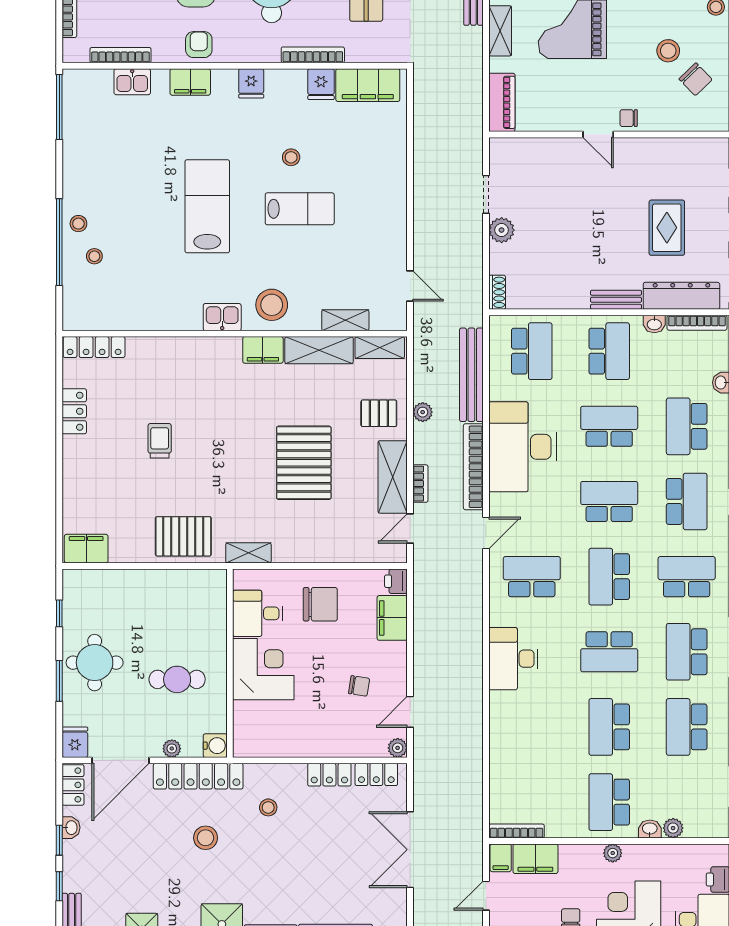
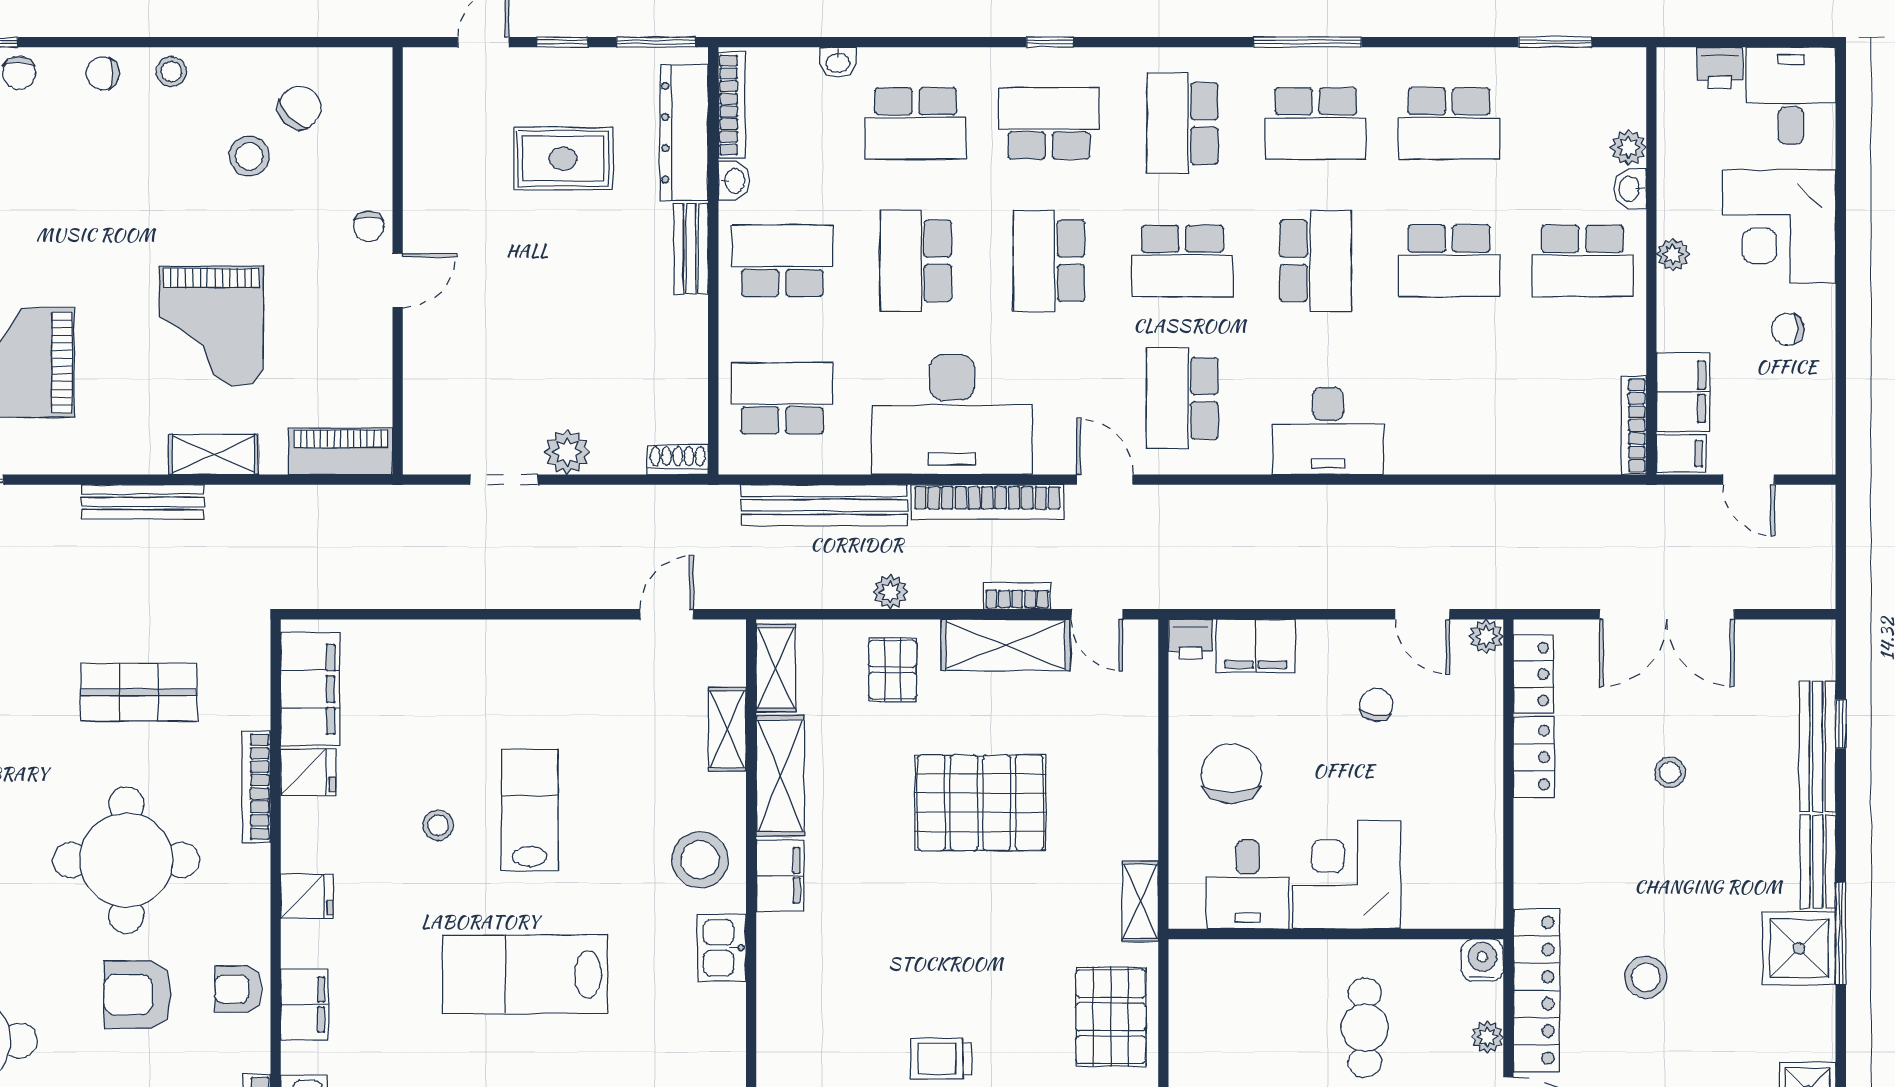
stool: (268, 807) -> (1670, 772), moved

